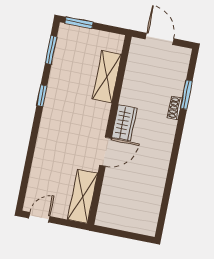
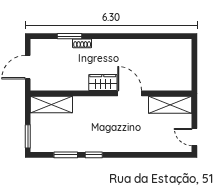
window: (51, 50) -> (66, 155), moved
shelving: (107, 77) -> (51, 105), moved

